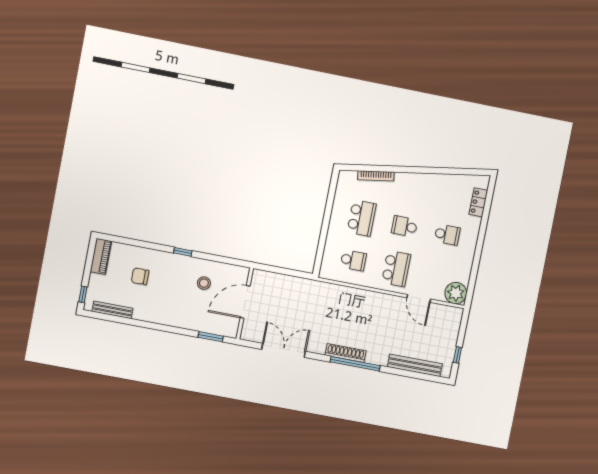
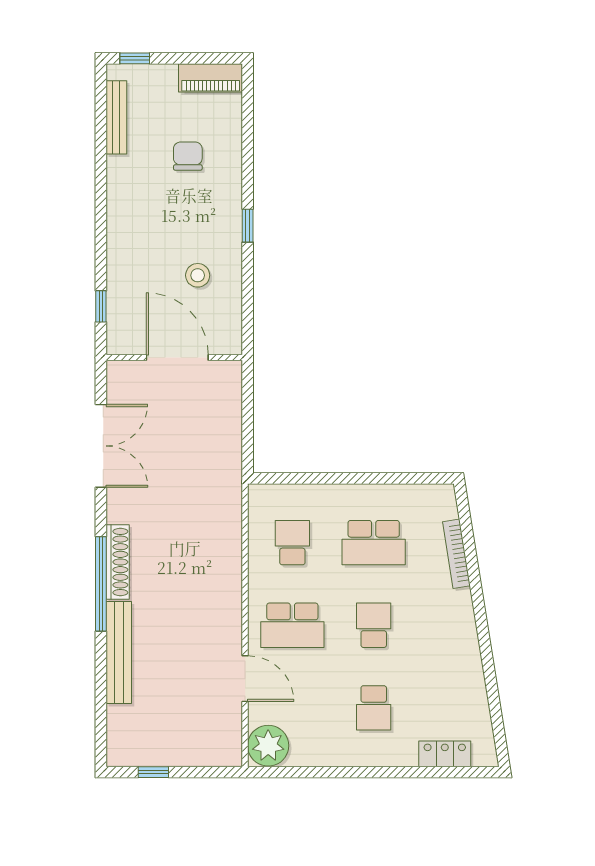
school desk: (353, 260) -> (292, 543), turned 180
door: (419, 298) -> (245, 679), swing flipped
window: (211, 337) -> (101, 306), width x0.67
bench: (415, 365) -> (119, 653), moved

